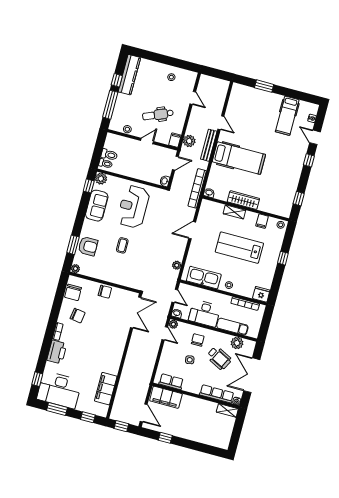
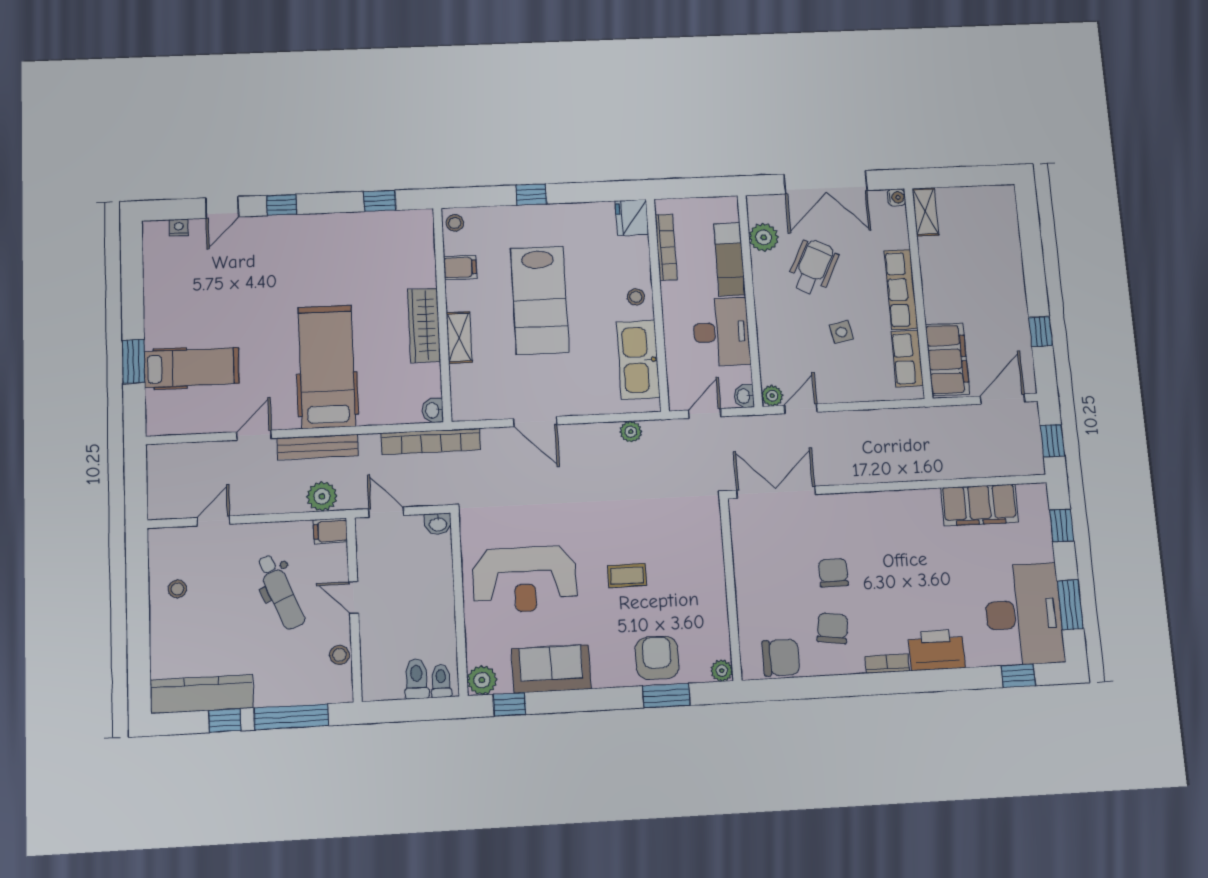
hospital bed: (287, 116) -> (192, 368), moved
chair: (105, 292) -> (833, 573), moved
chair: (198, 340) -> (789, 328), removed
row of seats: (217, 394) -> (901, 289), moved

